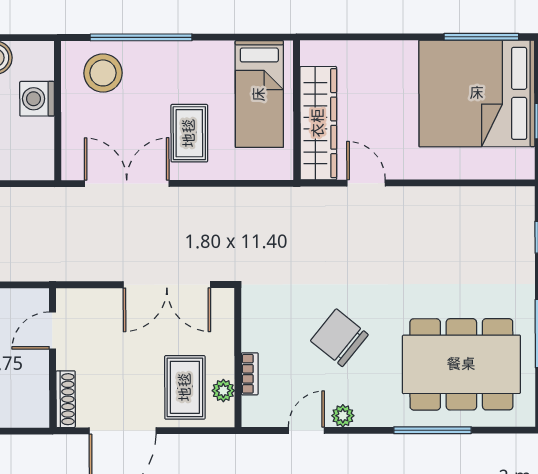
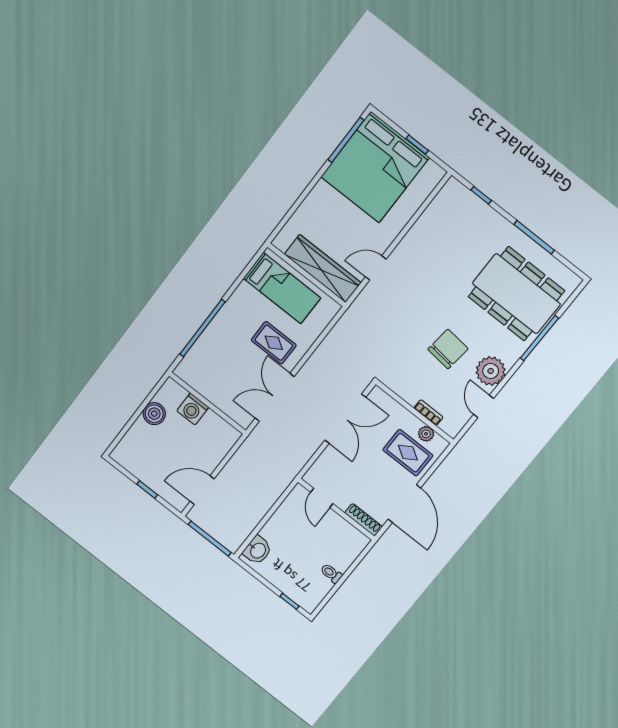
stool: (103, 73) -> (206, 363), removed
chair: (339, 338) -> (448, 349), turned 147
dining table: (461, 364) -> (516, 294), turned 90
plant: (343, 416) -> (491, 371), width x1.88, depth x1.88

